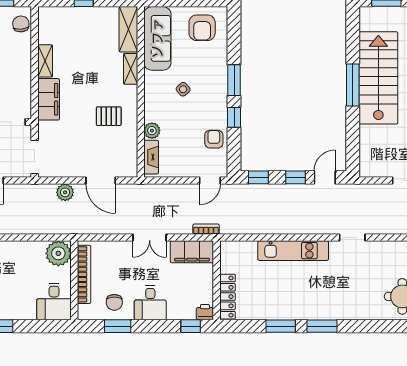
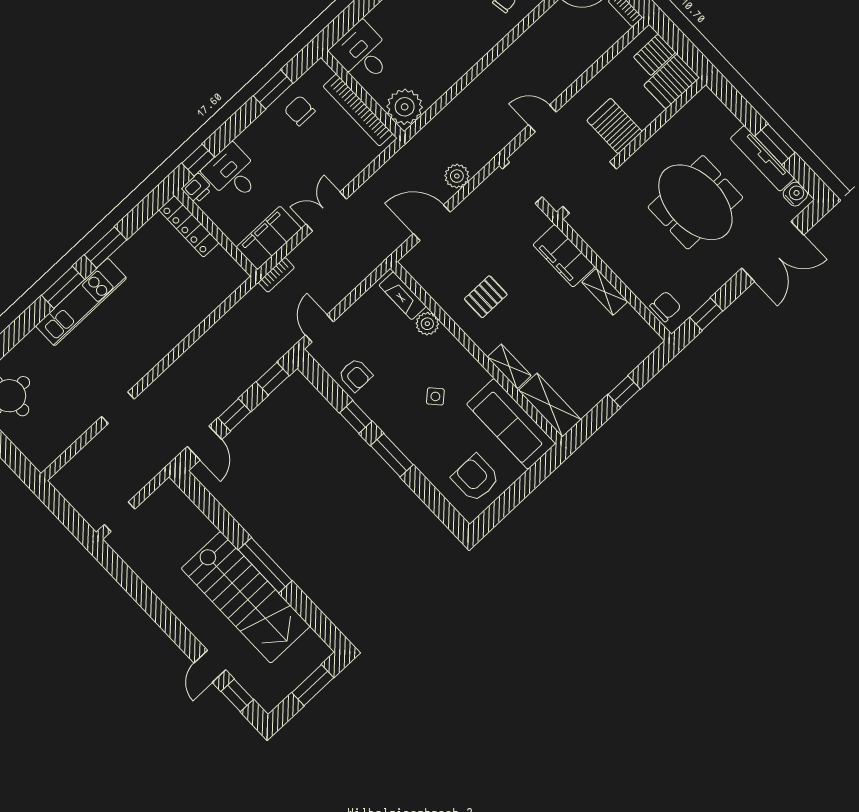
chair: (21, 24) -> (665, 306), turned -85
kitchen unit: (293, 251) -> (81, 302), moved, turned 180
desk: (150, 303) -> (232, 173), moved

